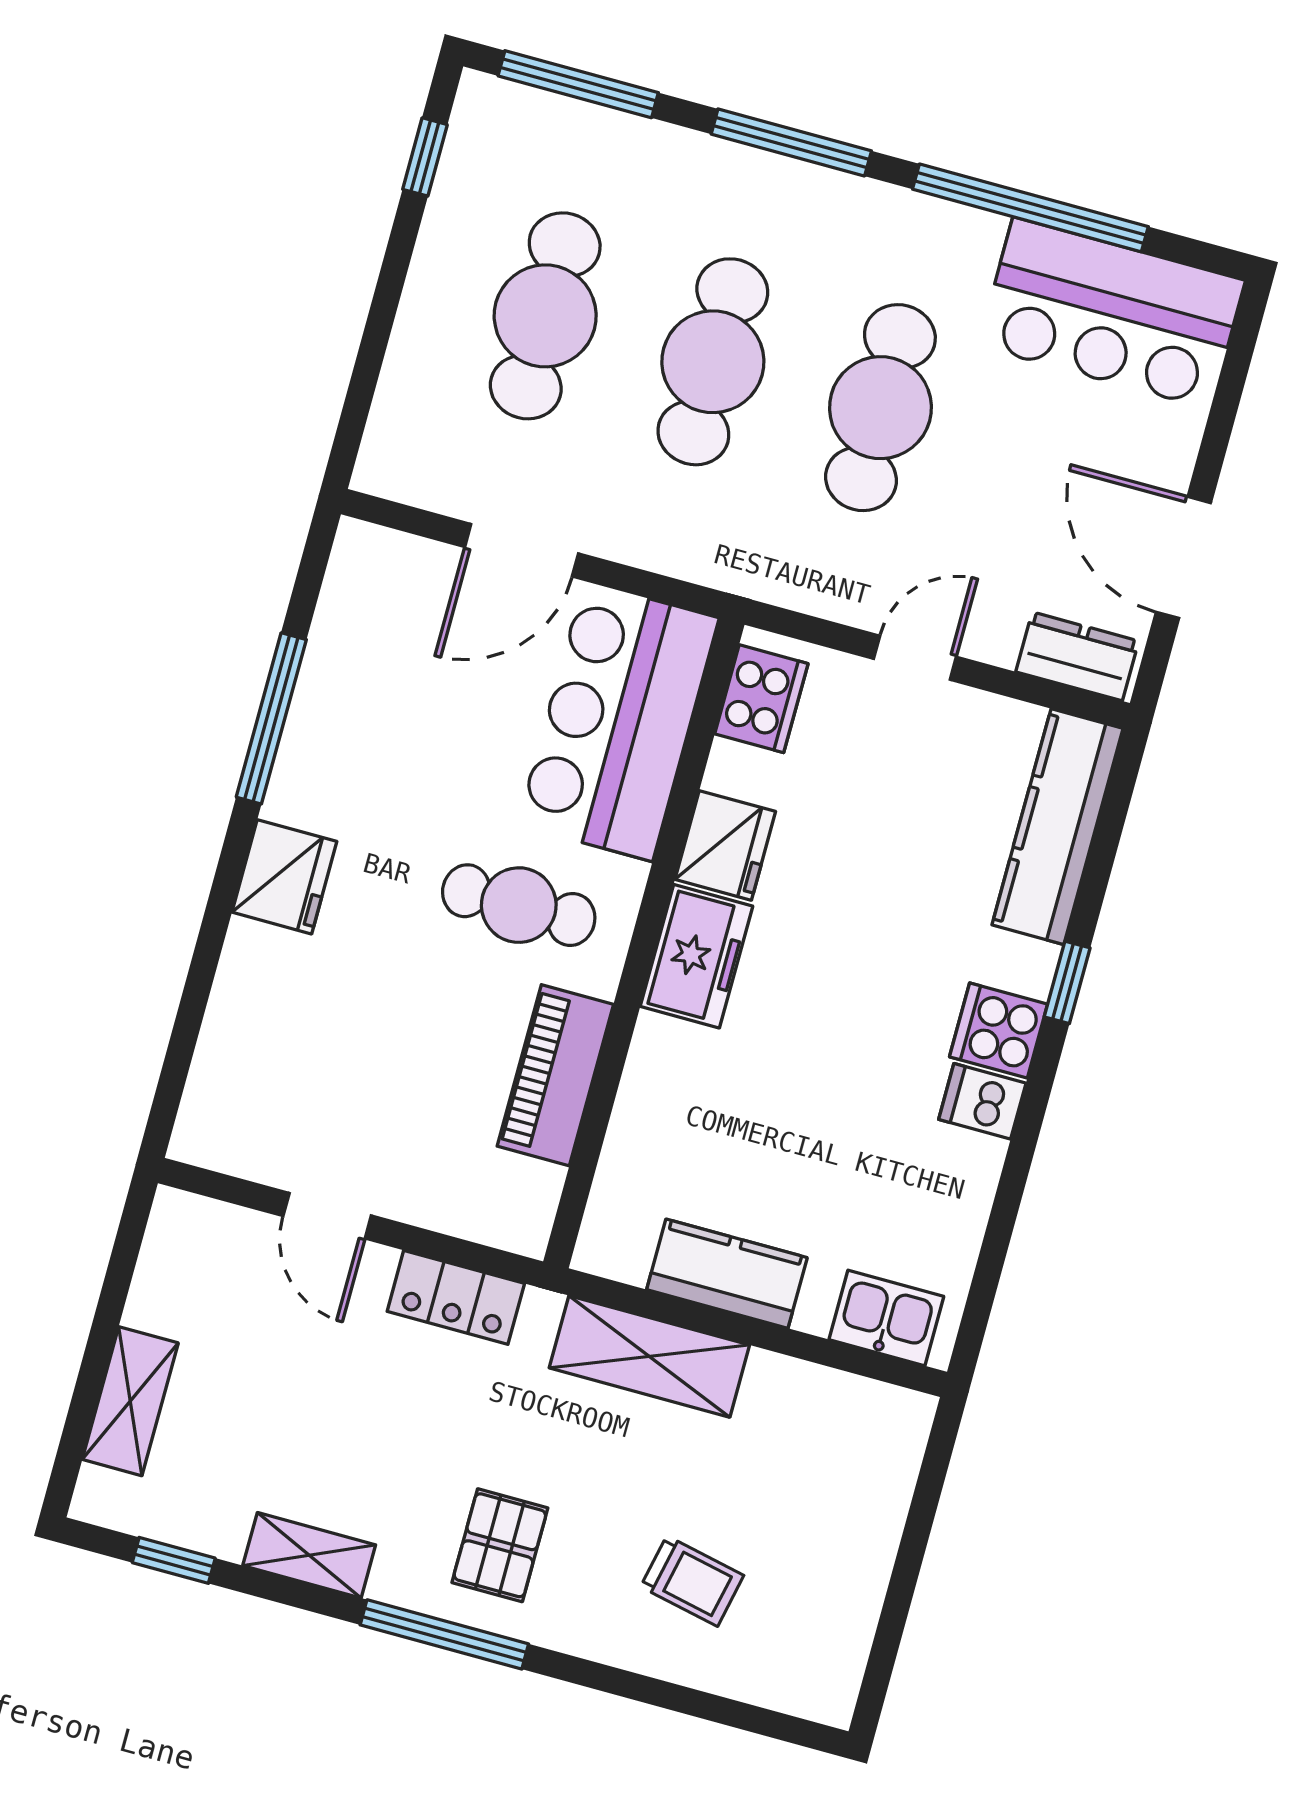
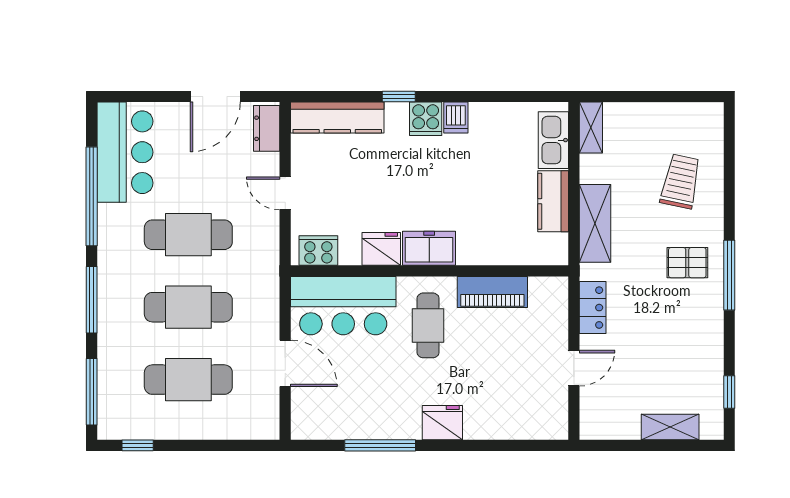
kitchen sink: (886, 1318) -> (553, 140), width x1.38
shelving: (309, 1555) -> (591, 128), moved
trolley: (692, 1581) -> (681, 181), width x1.36, depth x1.39

